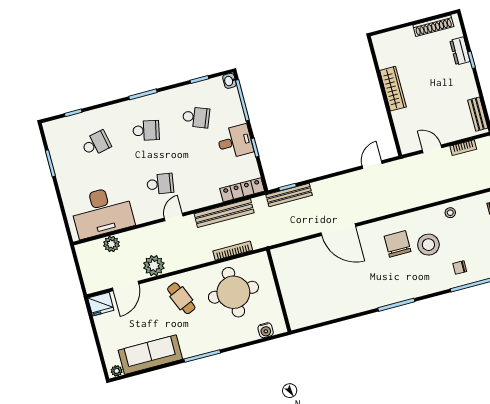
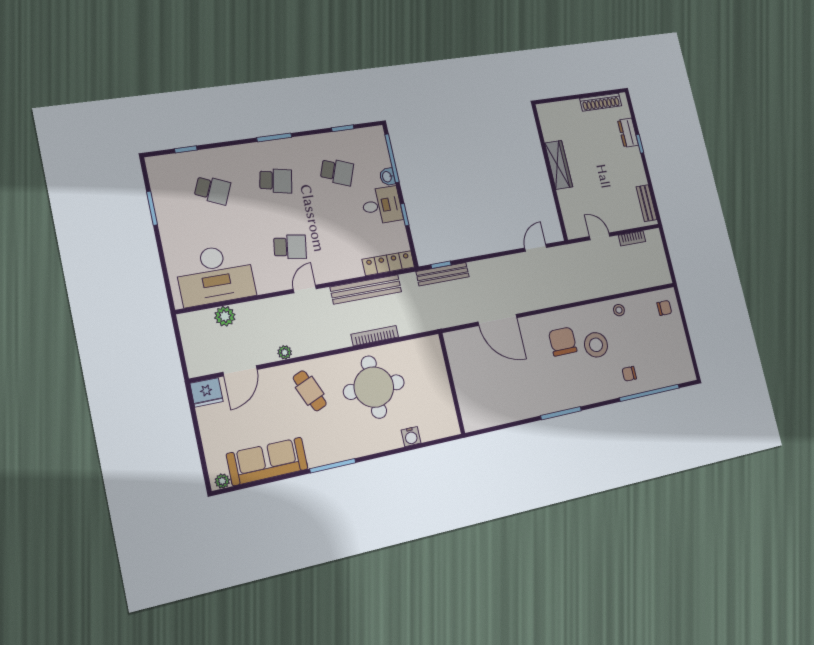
washbasin: (229, 81) -> (387, 177), moved
school desk: (96, 144) -> (212, 190), turned 36
plant: (154, 266) -> (285, 352), width x0.53, depth x0.53
wall: (279, 291) -> (452, 383), moved

